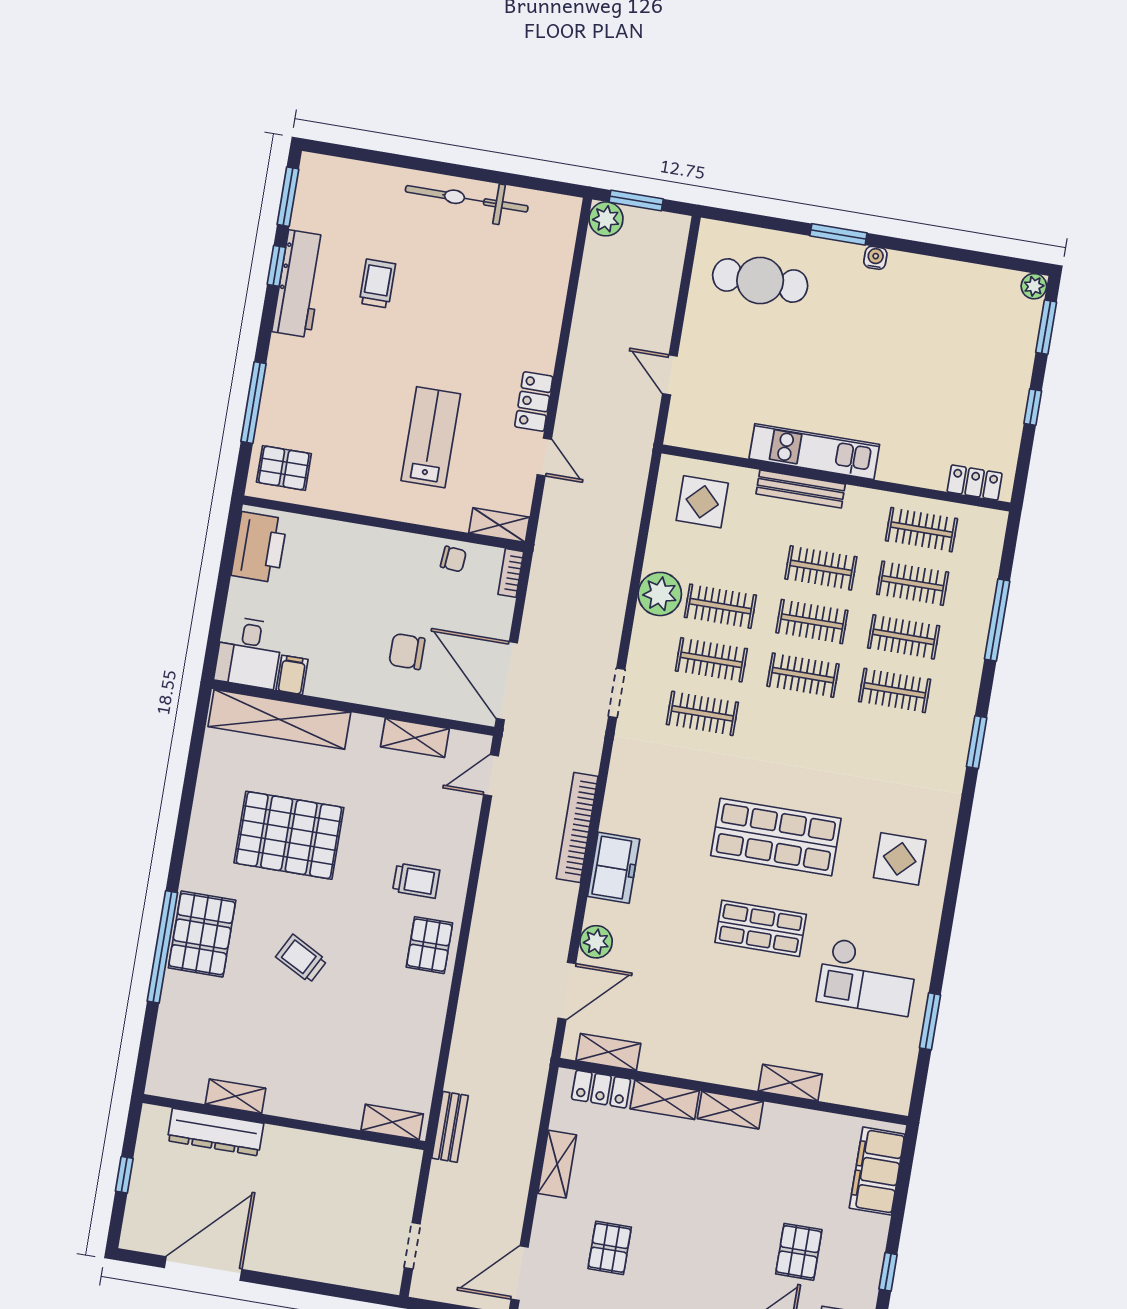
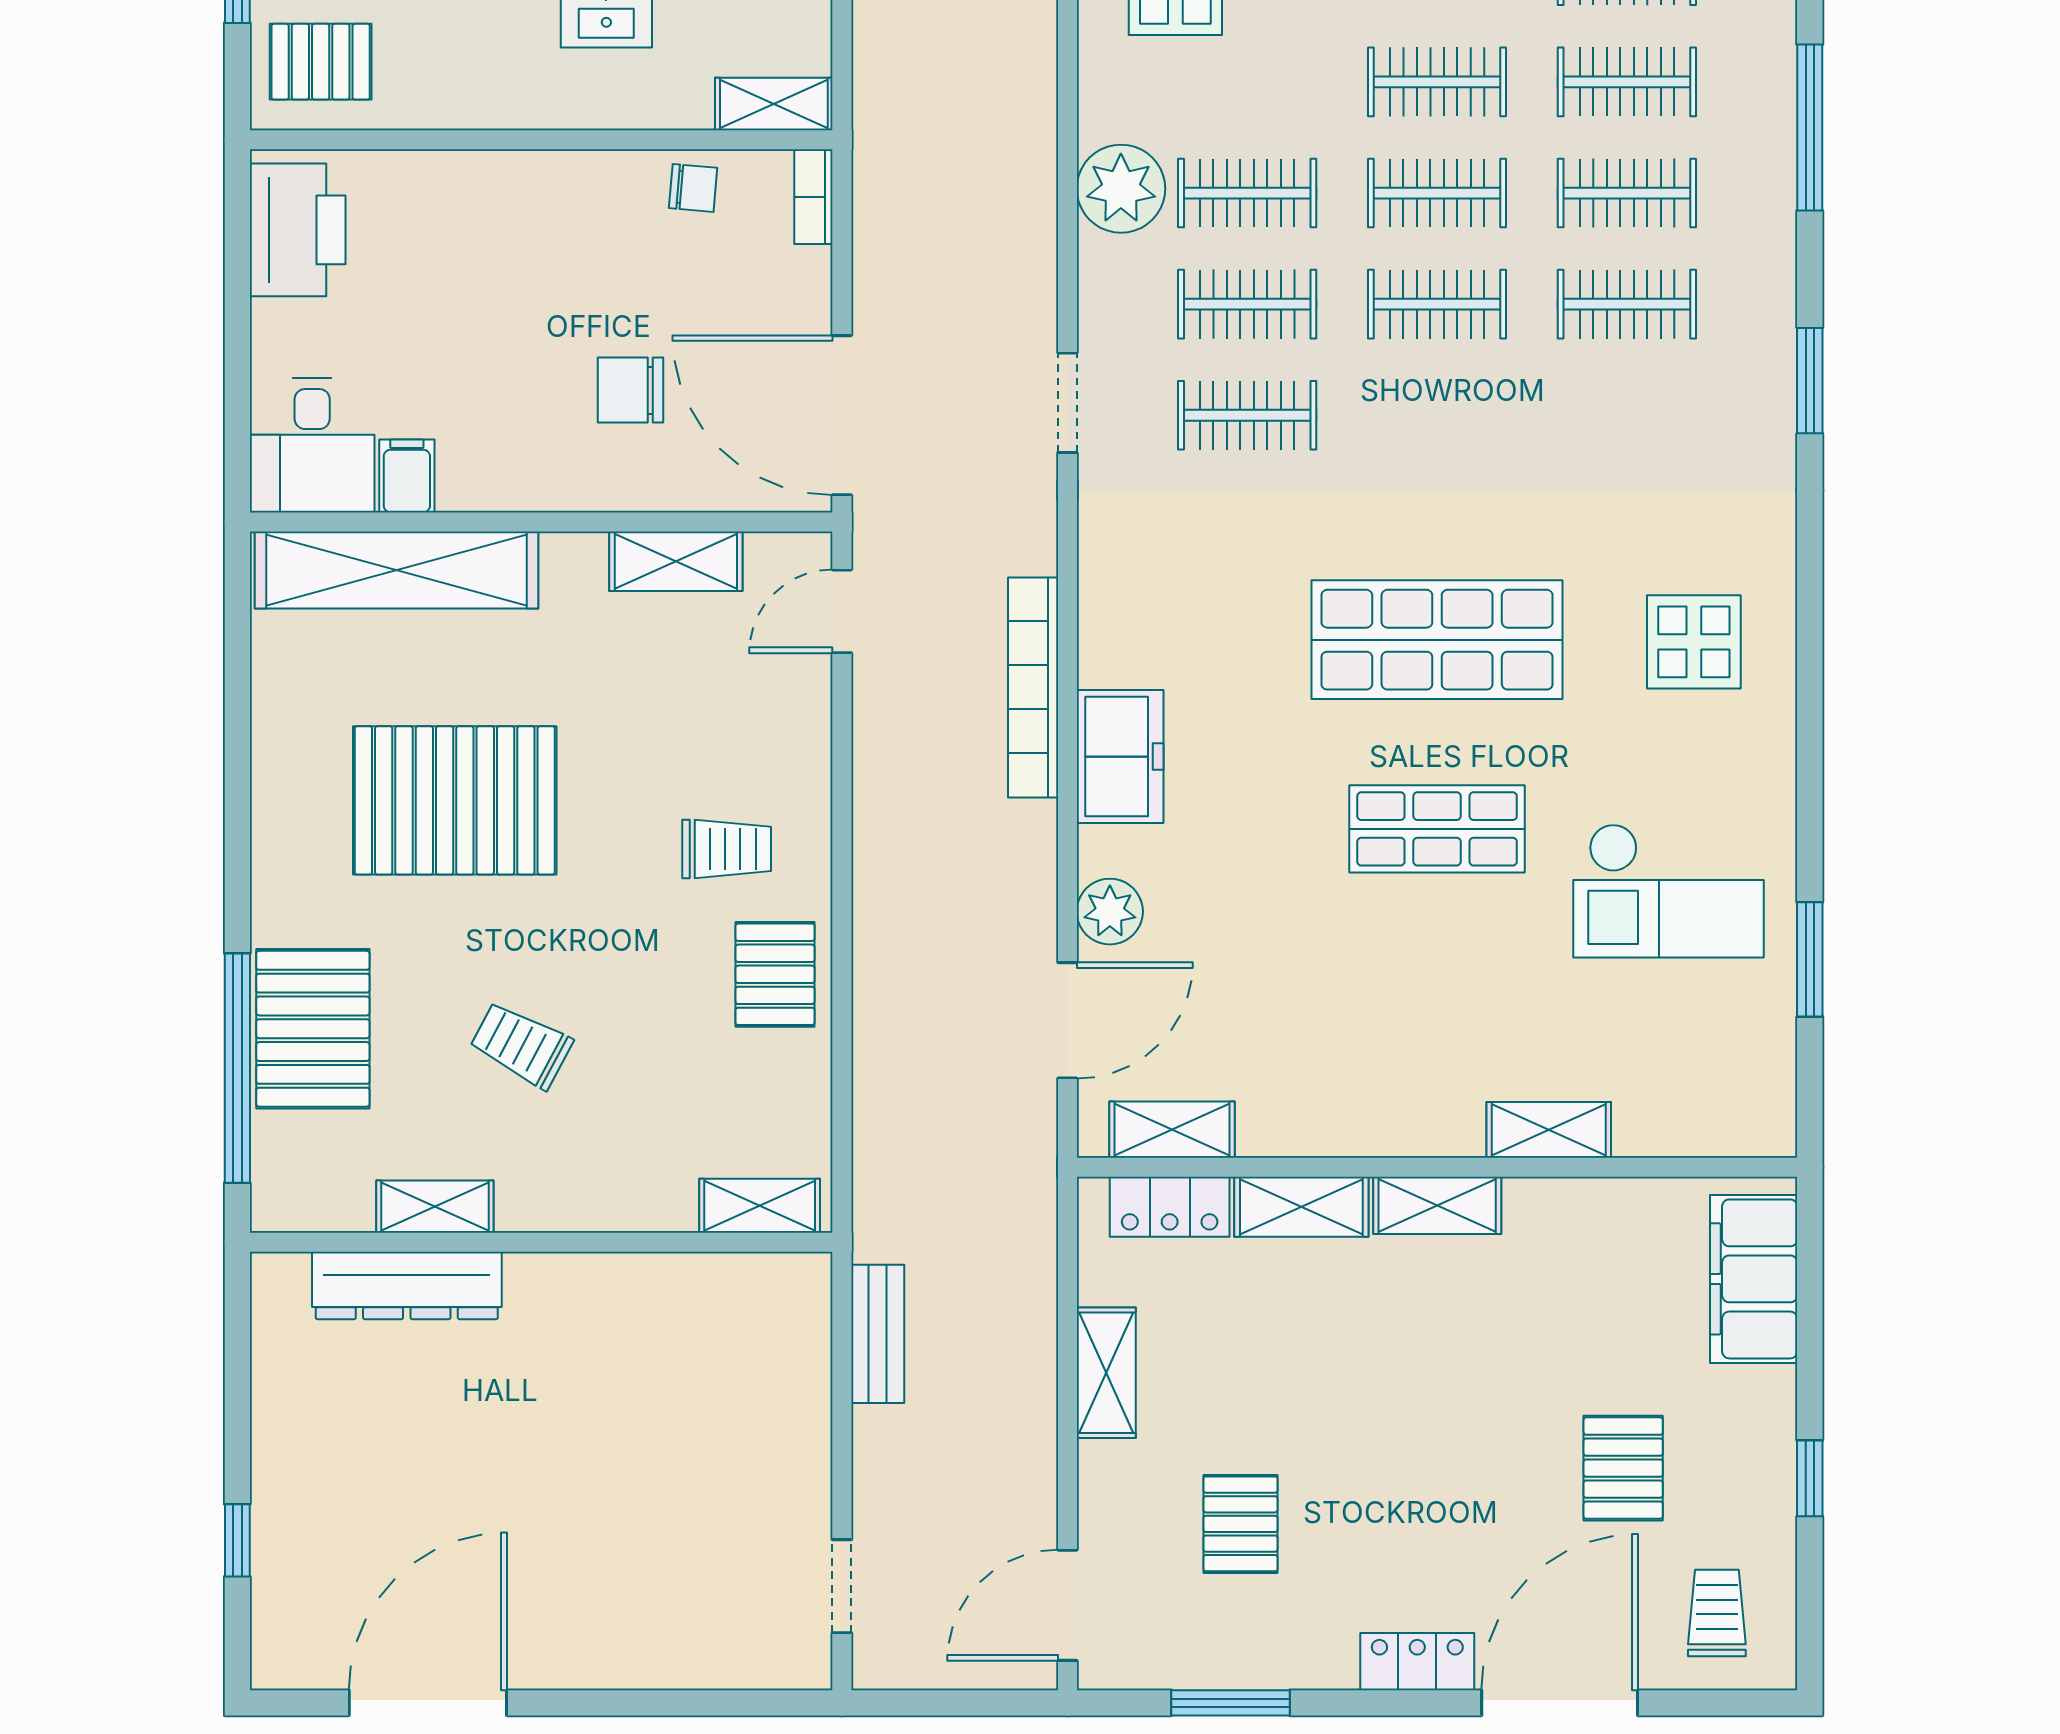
shelving: (235, 1096) -> (435, 1207), moved
wall: (284, 1122) -> (541, 1242), moved
shelving: (392, 1122) -> (760, 1206), moved
dresser: (215, 1132) -> (407, 1286), moved

